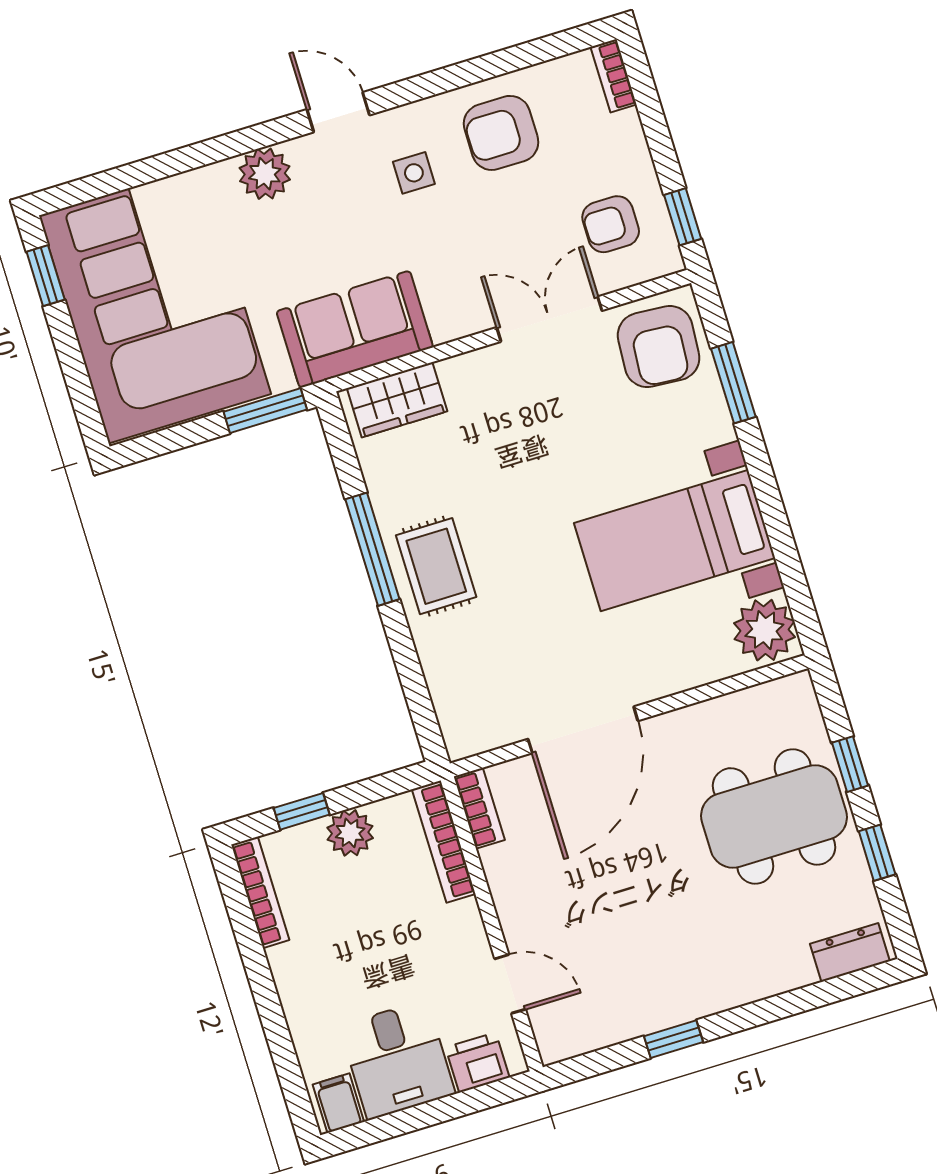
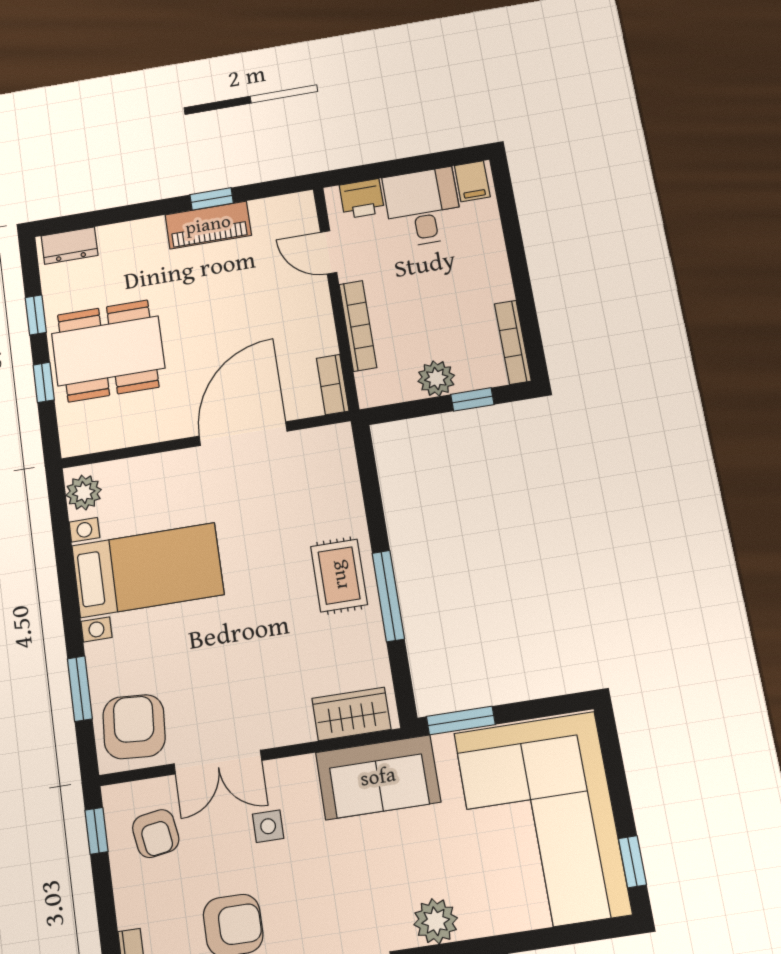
side table: (414, 173) -> (268, 826), moved
armchair: (611, 224) -> (156, 834), turned 81
plant: (764, 630) -> (84, 492), width x0.73, depth x0.73
bookcase: (444, 842) -> (358, 326), moved
piano: (672, 1003) -> (208, 225), added

